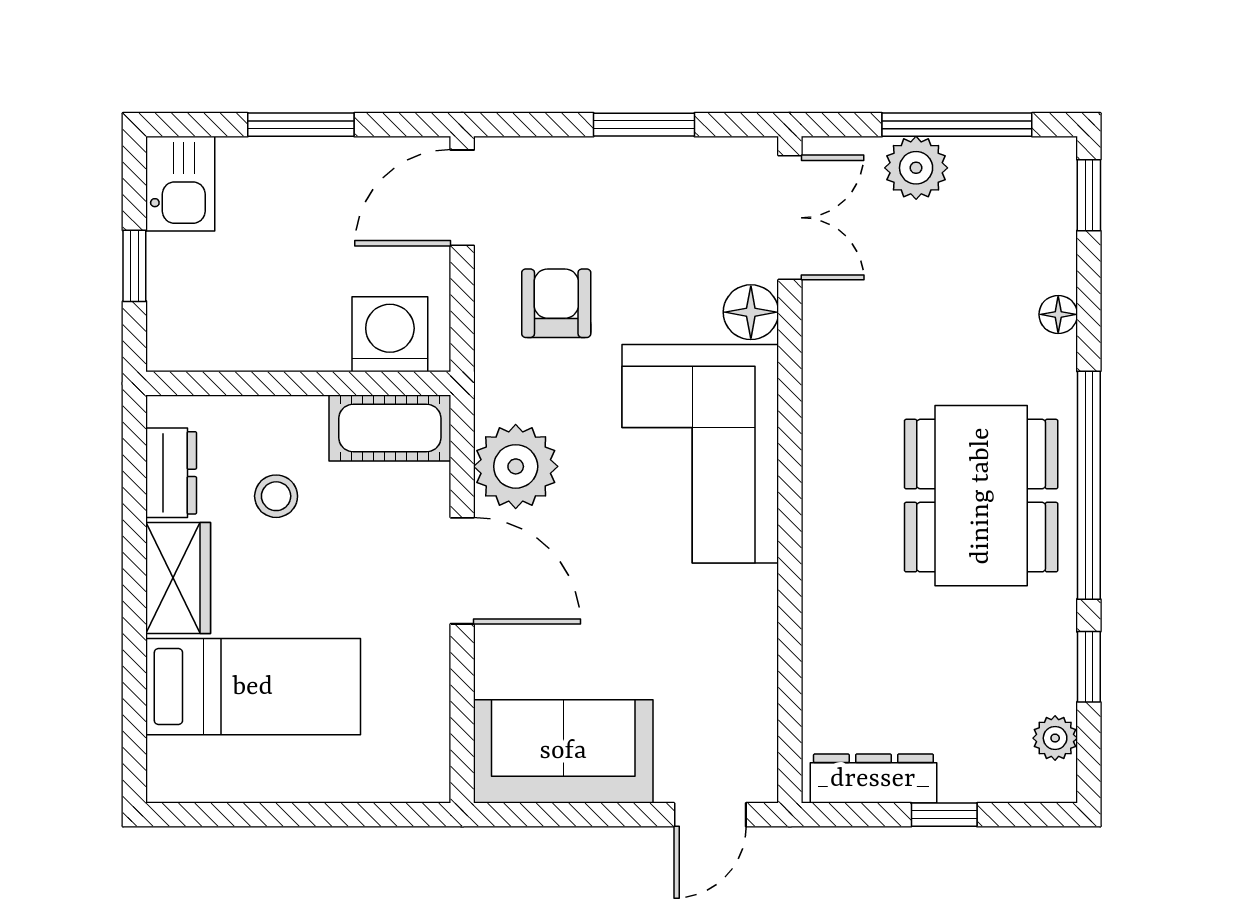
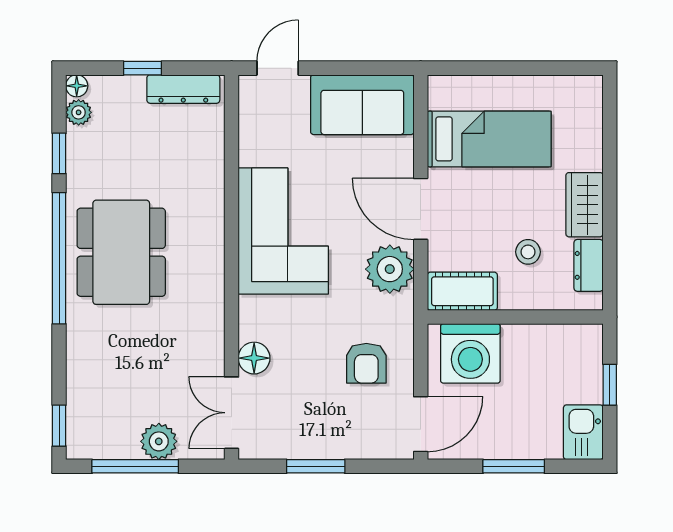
floor lamp: (1058, 314) -> (77, 86), moved
washing machine: (390, 334) -> (470, 353), width x1.37, depth x1.37
corner sofa: (700, 454) -> (283, 231), moved
bed: (253, 687) -> (489, 139), moved, turned 180

